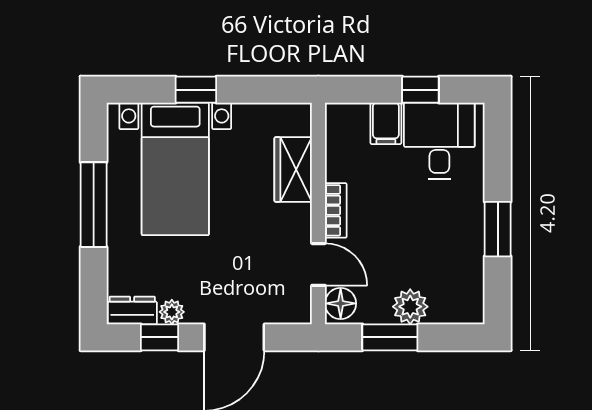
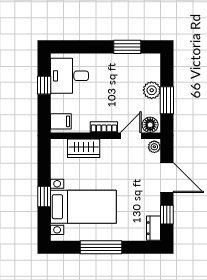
filing cabinet: (386, 123) -> (61, 121), moved
window: (498, 229) -> (127, 47), moved
plant: (172, 312) -> (154, 147), moved

